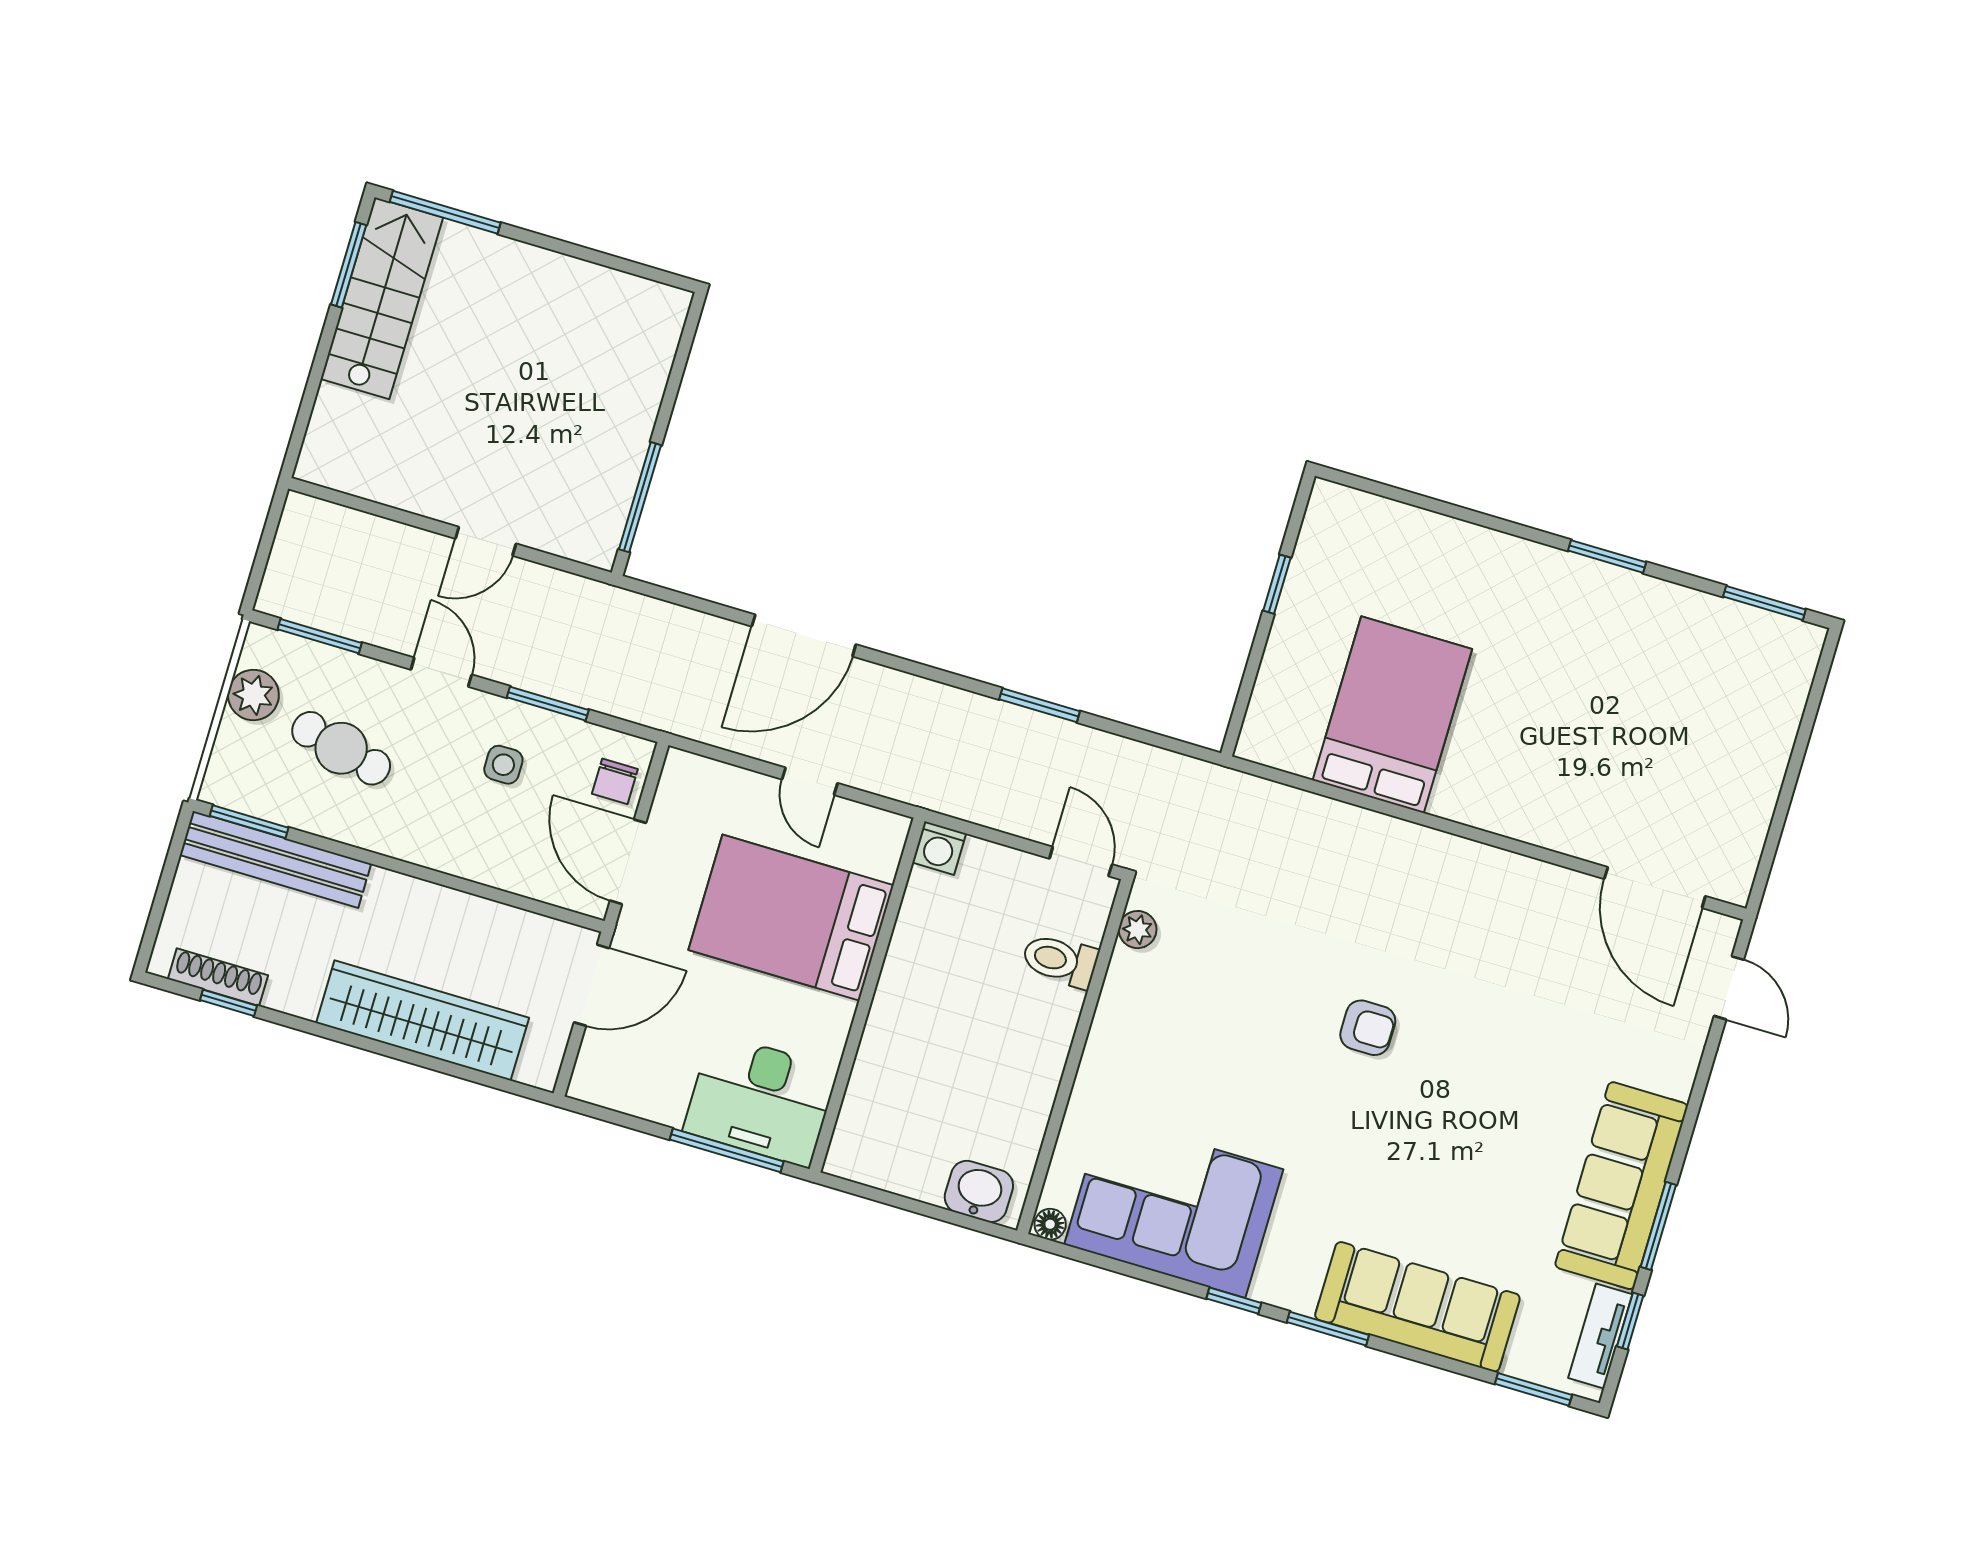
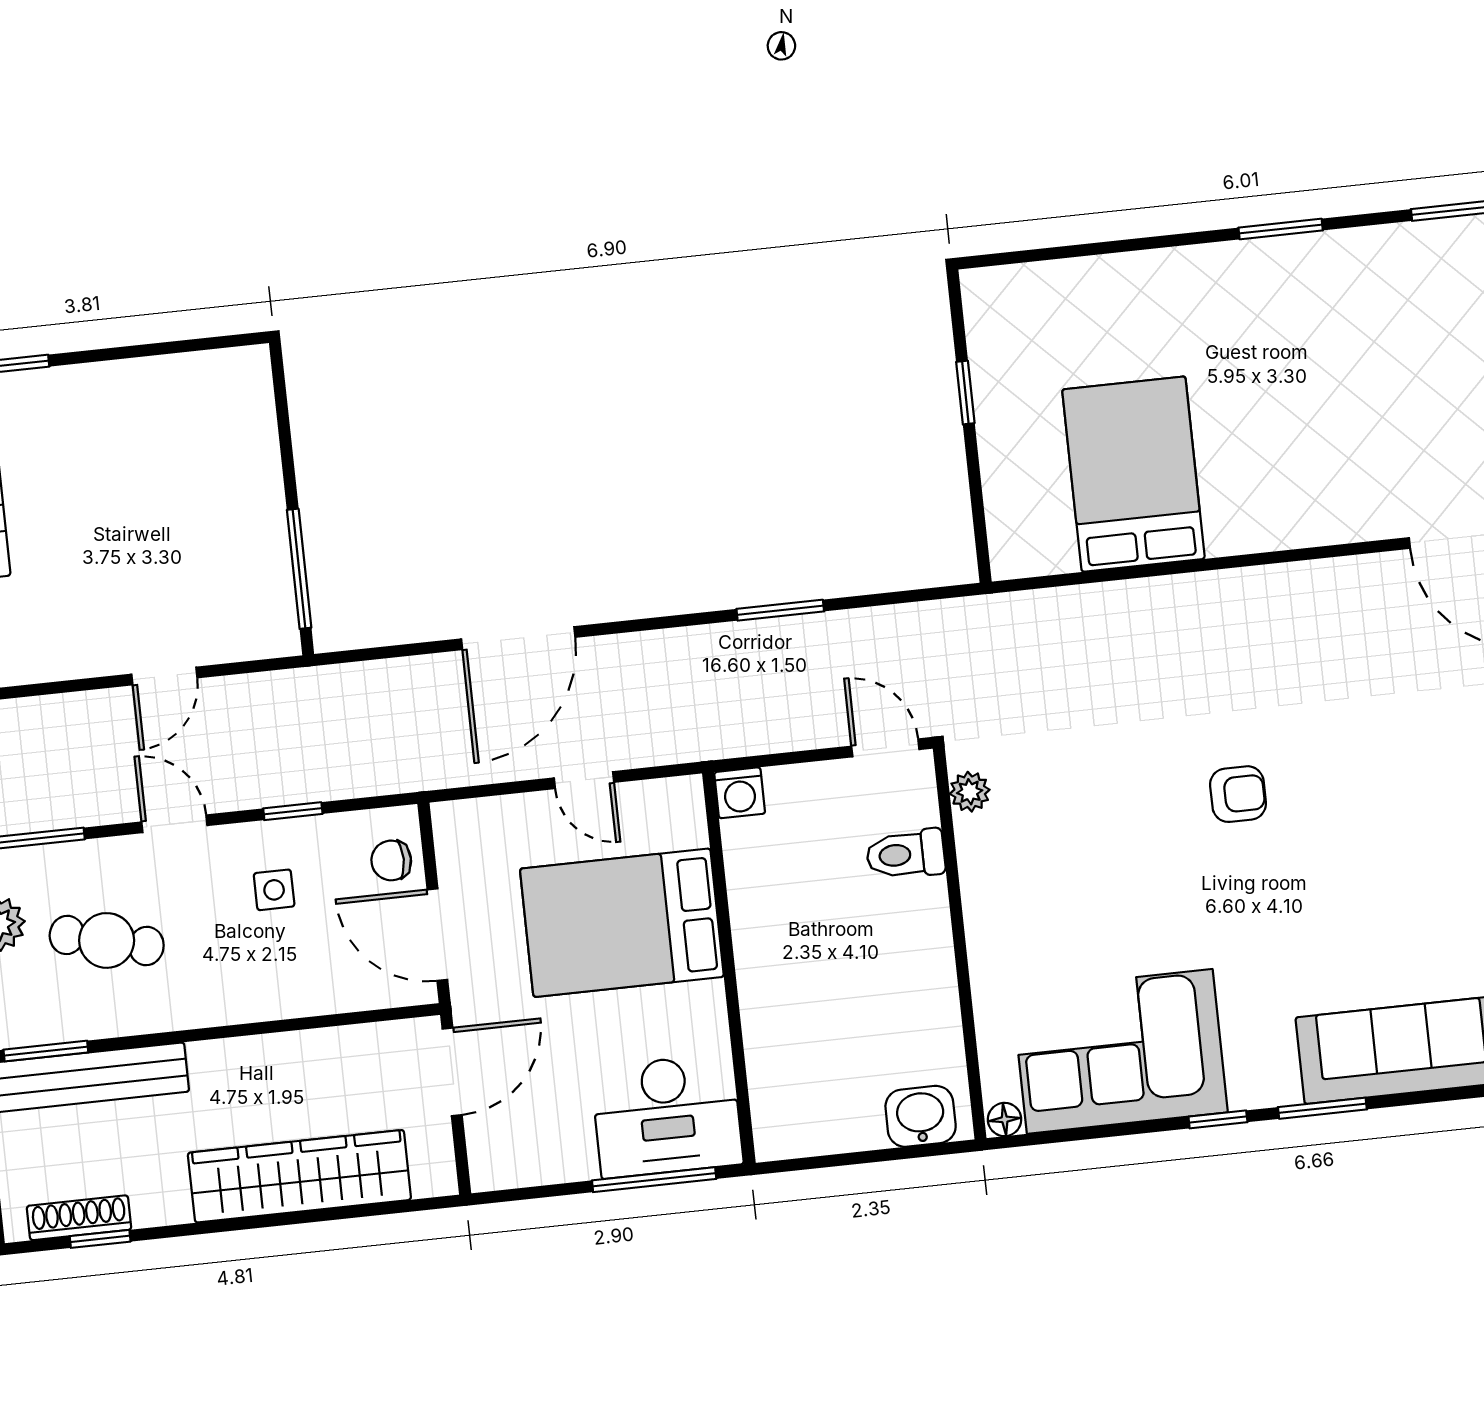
window: (548, 704) -> (293, 811), width x0.67
chair: (615, 781) -> (391, 860), turned 90

